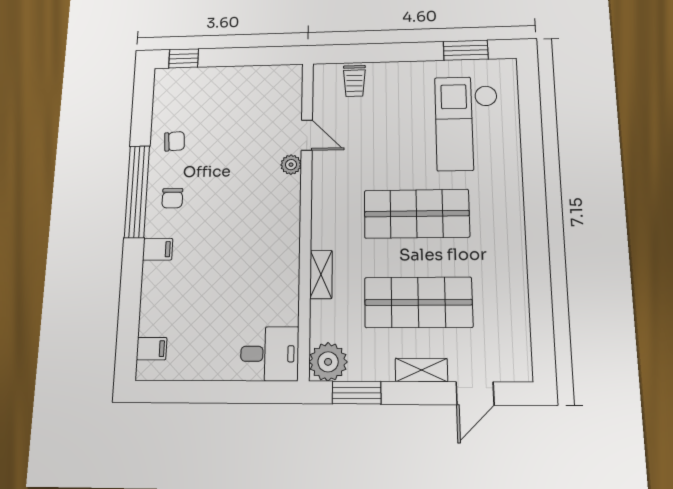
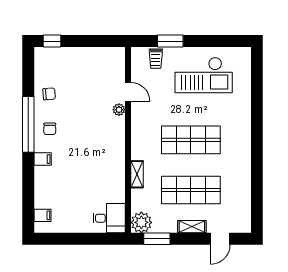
window: (466, 50) -> (170, 41), moved
checkout: (467, 123) -> (204, 75), moved, turned -90

